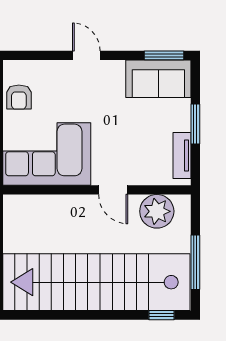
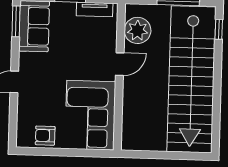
armchair: (19, 97) -> (45, 136), turned 180

